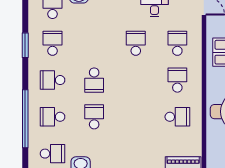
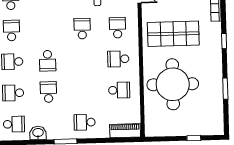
school desk: (177, 80) -> (118, 59), turned -90
school desk: (136, 154) -> (85, 122), added

